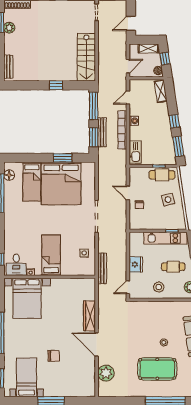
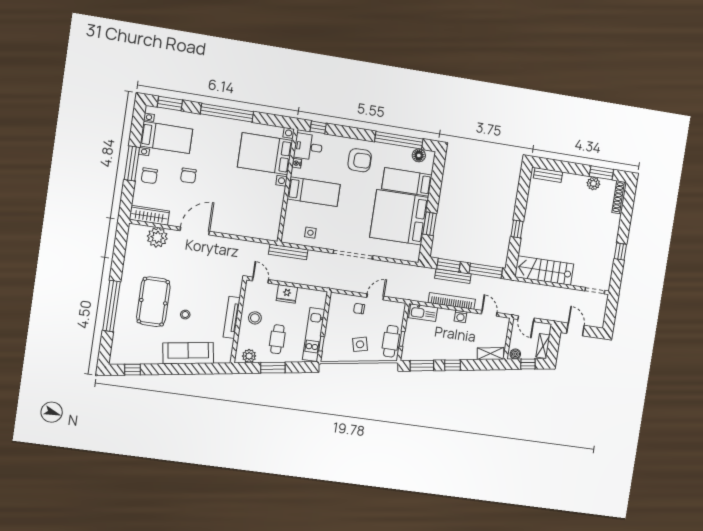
armchair: (20, 222) -> (360, 160), added
tv unit: (161, 306) -> (232, 317), added
wardrobe: (89, 316) -> (149, 215), moved
chair: (58, 386) -> (149, 176), added

